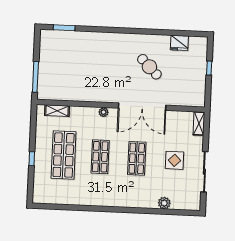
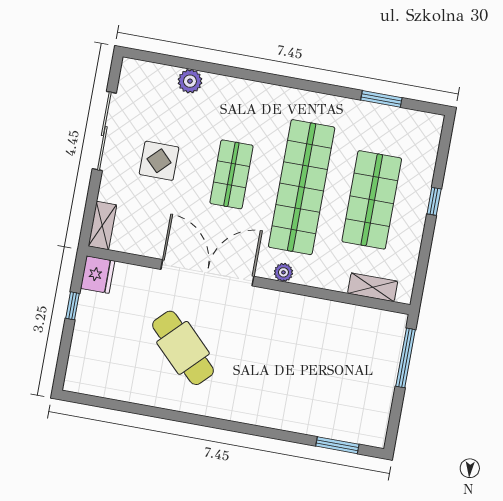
fridge: (179, 43) -> (98, 275), moved, turned 90
cafe table: (149, 67) -> (183, 348), width x1.37, depth x1.35
window: (209, 68) -> (73, 306), moved
shop shelf: (100, 157) -> (302, 187), width x2.00, depth x1.36
window: (66, 207) -> (381, 99), added

